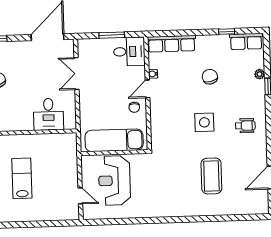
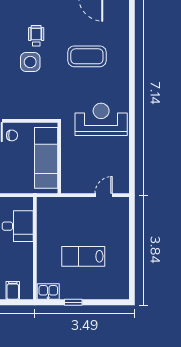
wheelchair: (245, 126) -> (36, 36), moved
reception desk: (114, 181) -> (101, 119), moved, turned 180

